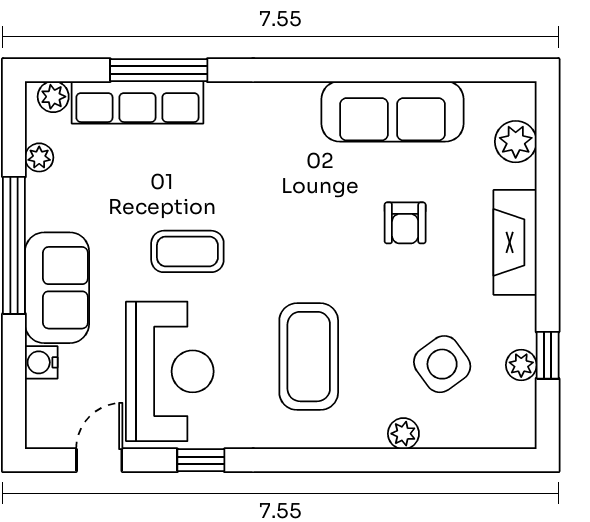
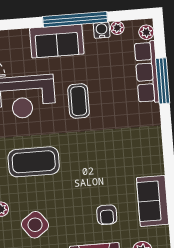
sofa: (392, 111) -> (153, 201), width x0.73
armchair: (405, 223) -> (107, 215), moved, turned -90
water cooler: (41, 362) -> (102, 30), moved

